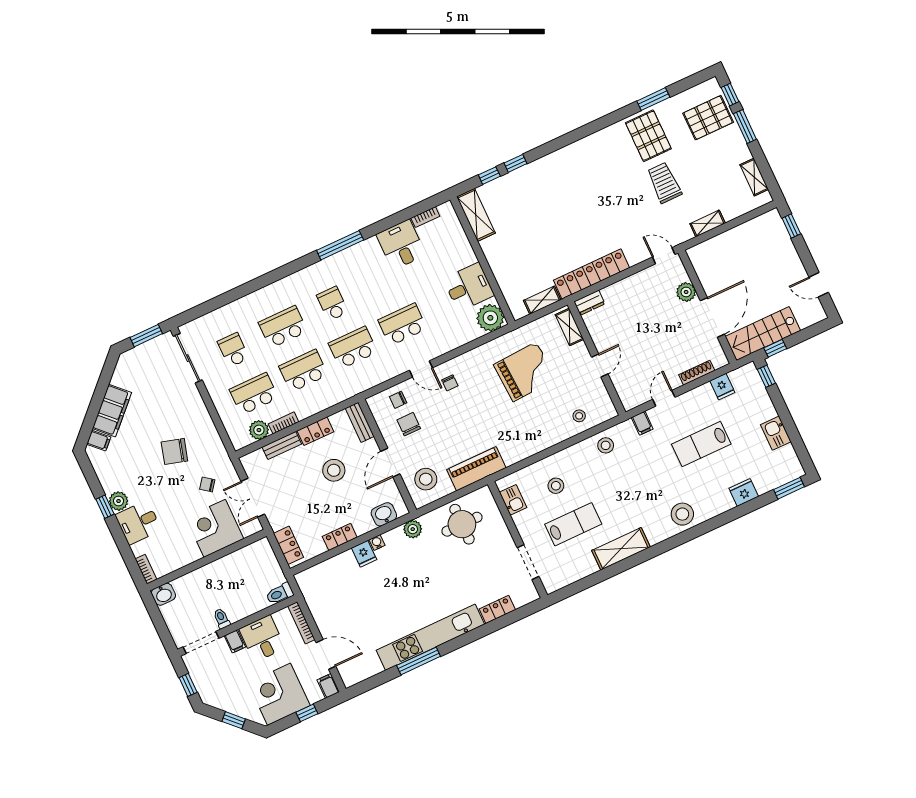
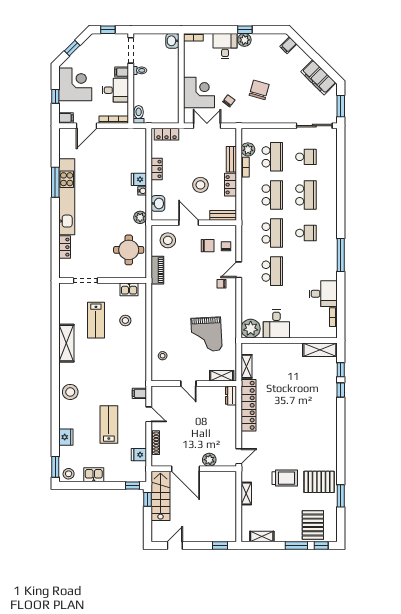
filing cabinet: (112, 411) -> (318, 77), moved
stool: (606, 445) -> (69, 474), moved
piano: (476, 469) -> (157, 270), width x0.73, depth x0.75

